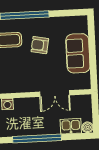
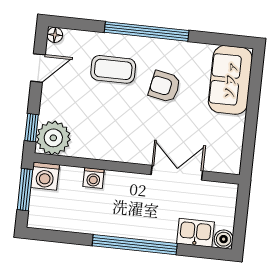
sofa: (78, 53) -> (230, 80), moved
double door: (55, 93) -> (177, 173), swing flipped

